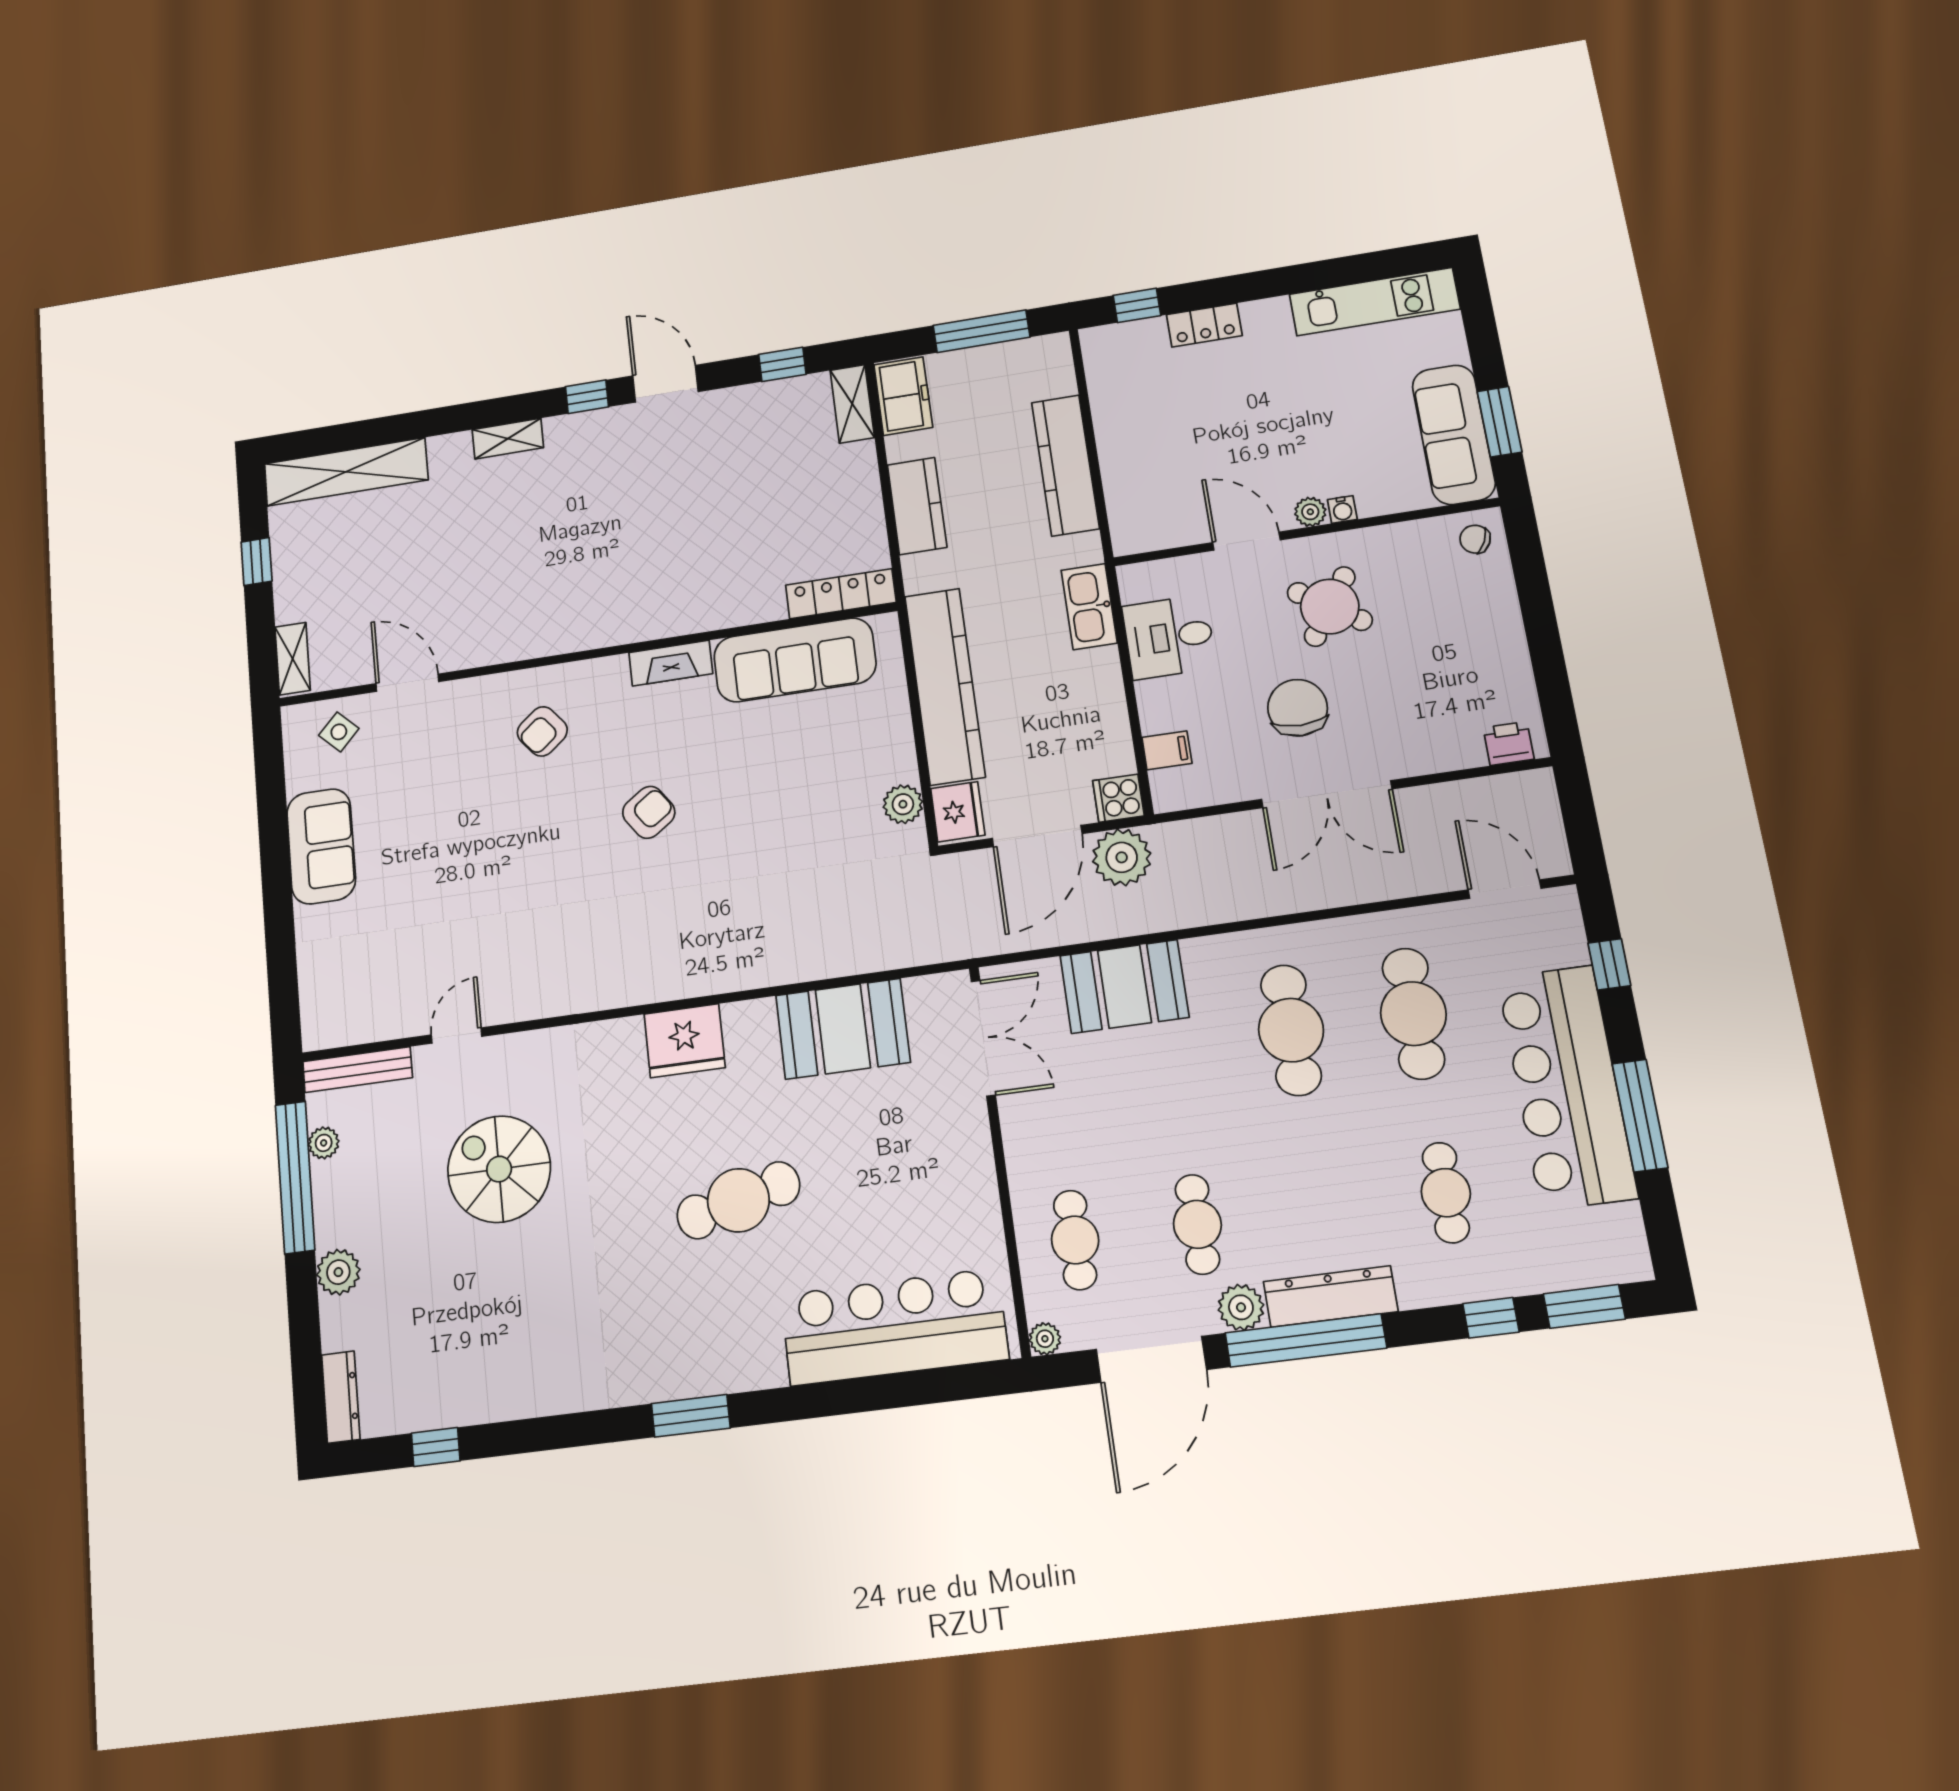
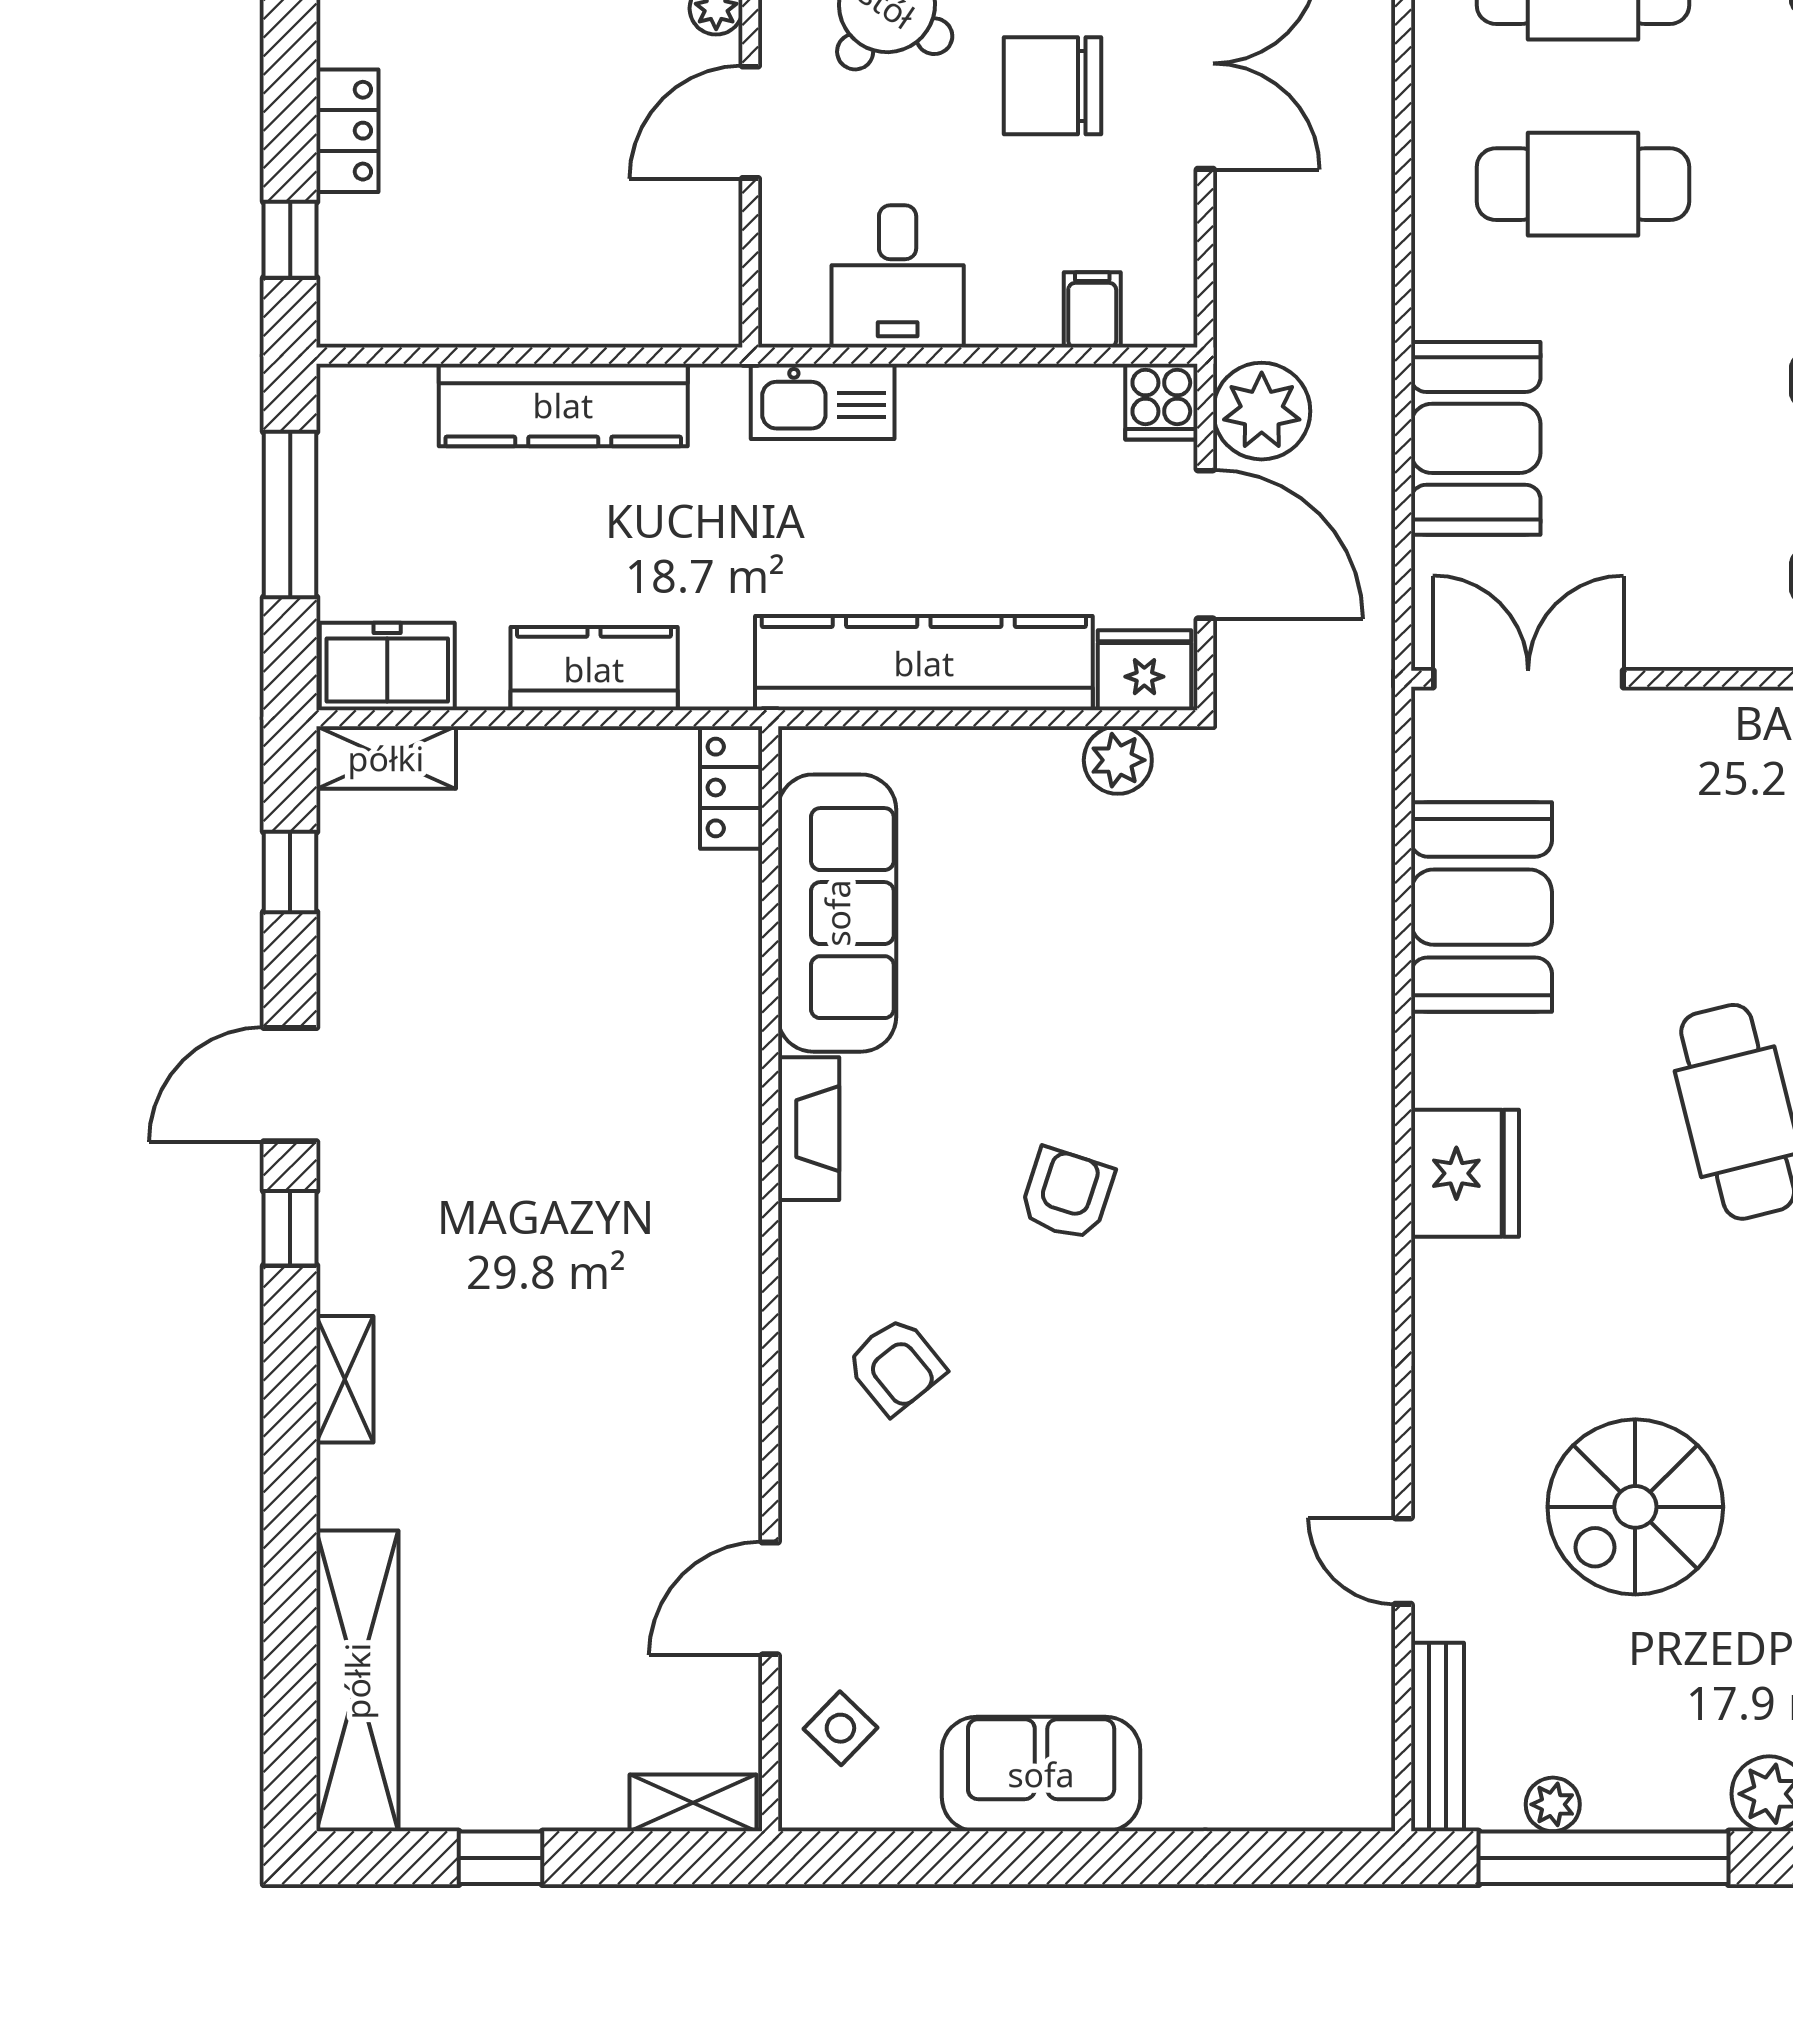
locker: (841, 594) -> (731, 787), width x0.66
armchair: (649, 812) -> (1067, 1194), turned 53

